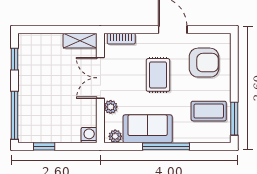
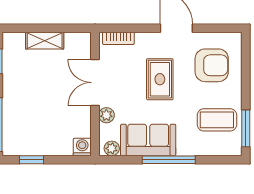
shelving: (80, 41) -> (45, 41), moved

